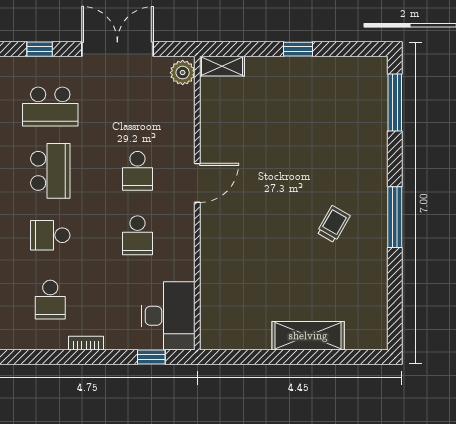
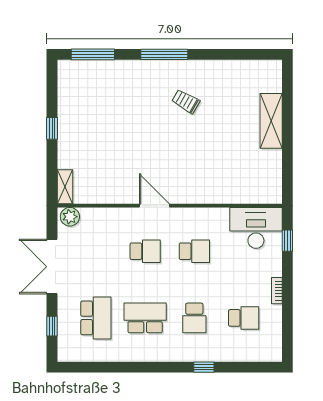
window: (395, 217) -> (164, 54), moved

